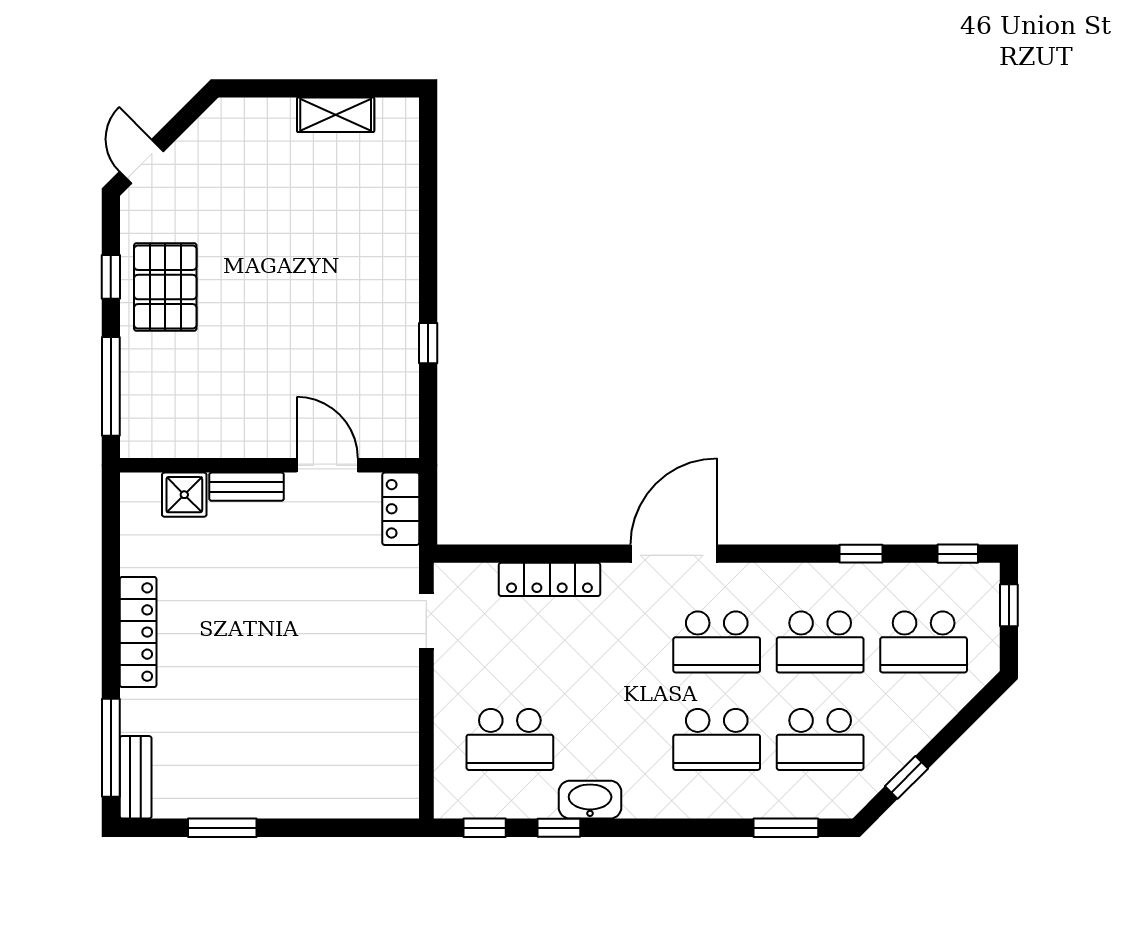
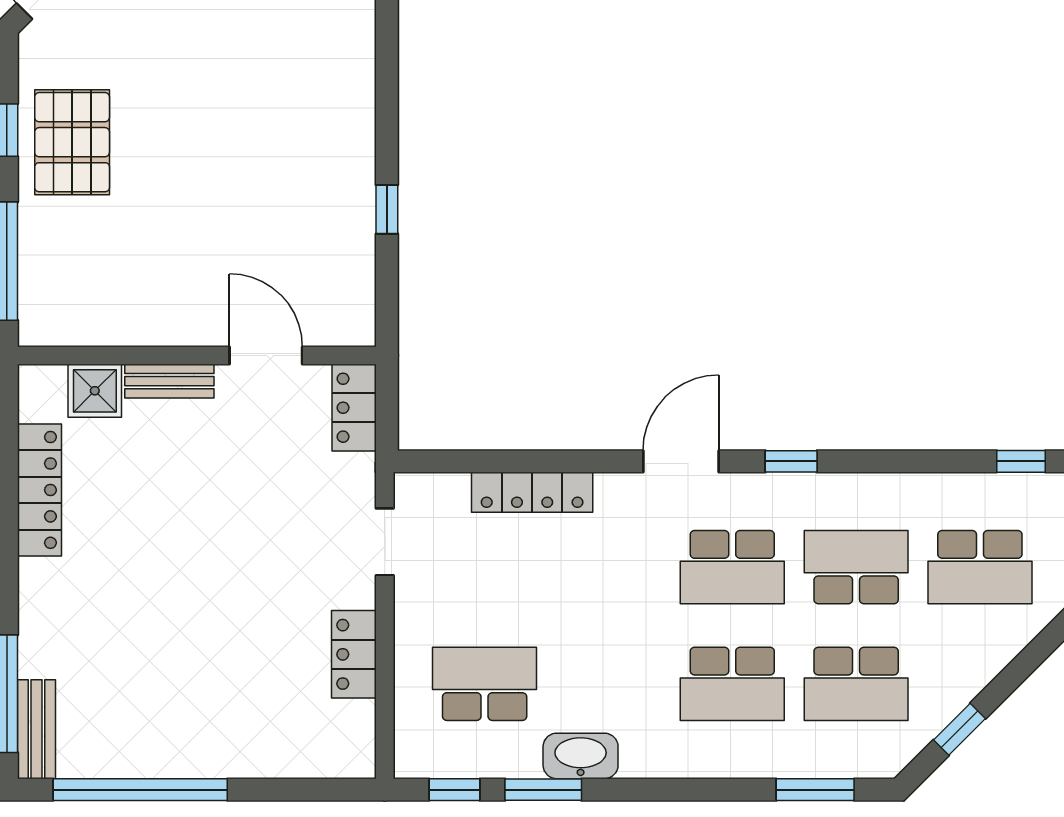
door: (674, 554) -> (681, 461), width x0.73
window: (861, 554) -> (791, 461), moved
locker: (138, 632) -> (39, 490), moved
school desk: (820, 642) -> (856, 567), turned 180
locker: (401, 715) -> (354, 654), added
school desk: (510, 739) -> (485, 684), turned 180
window: (222, 828) -> (140, 790), width x2.11
window: (559, 828) -> (543, 790), width x1.50

